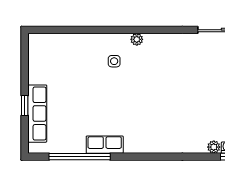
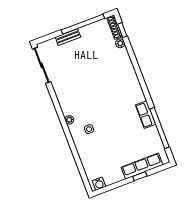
water cooler: (36, 47) -> (99, 184), added

